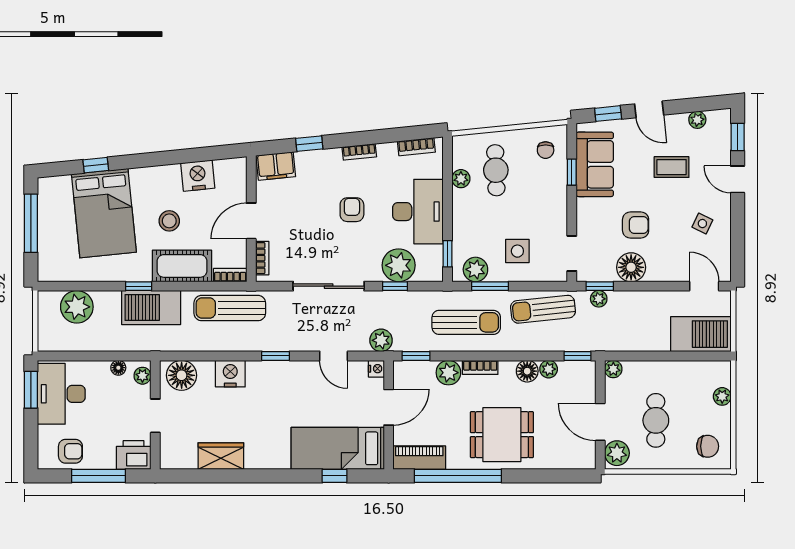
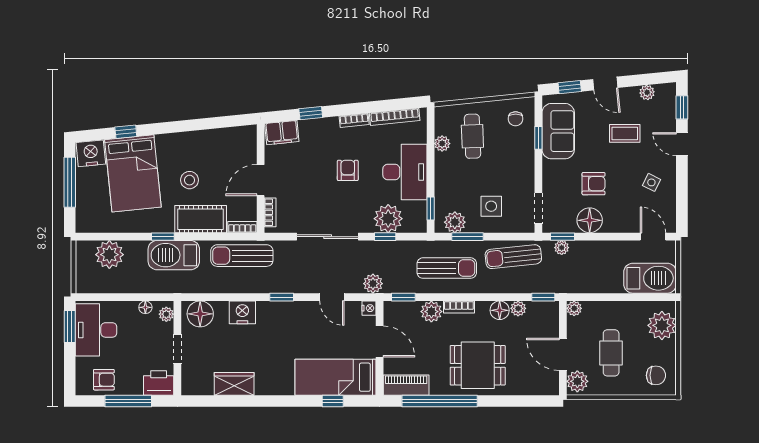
bookcase: (416, 147) -> (395, 117), width x1.56
nightstand: (198, 176) -> (91, 153), moved
plant: (722, 396) -> (662, 325), width x1.87, depth x1.87
door: (389, 407) -> (380, 342), hinge flipped

